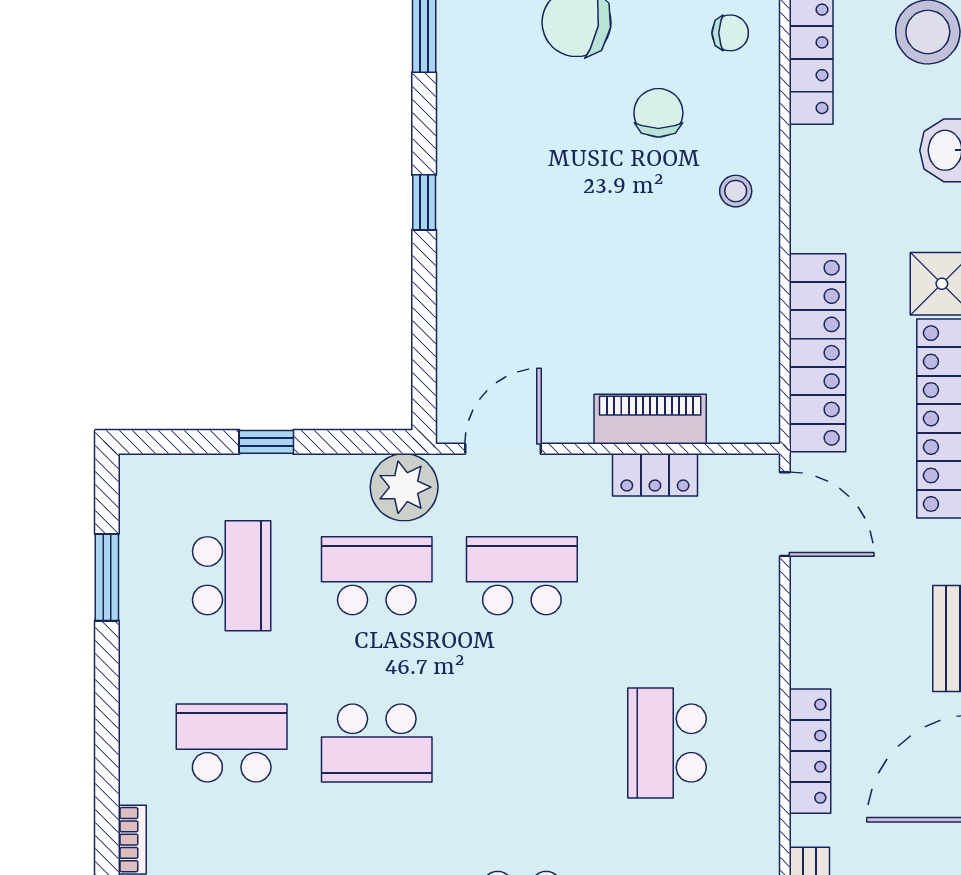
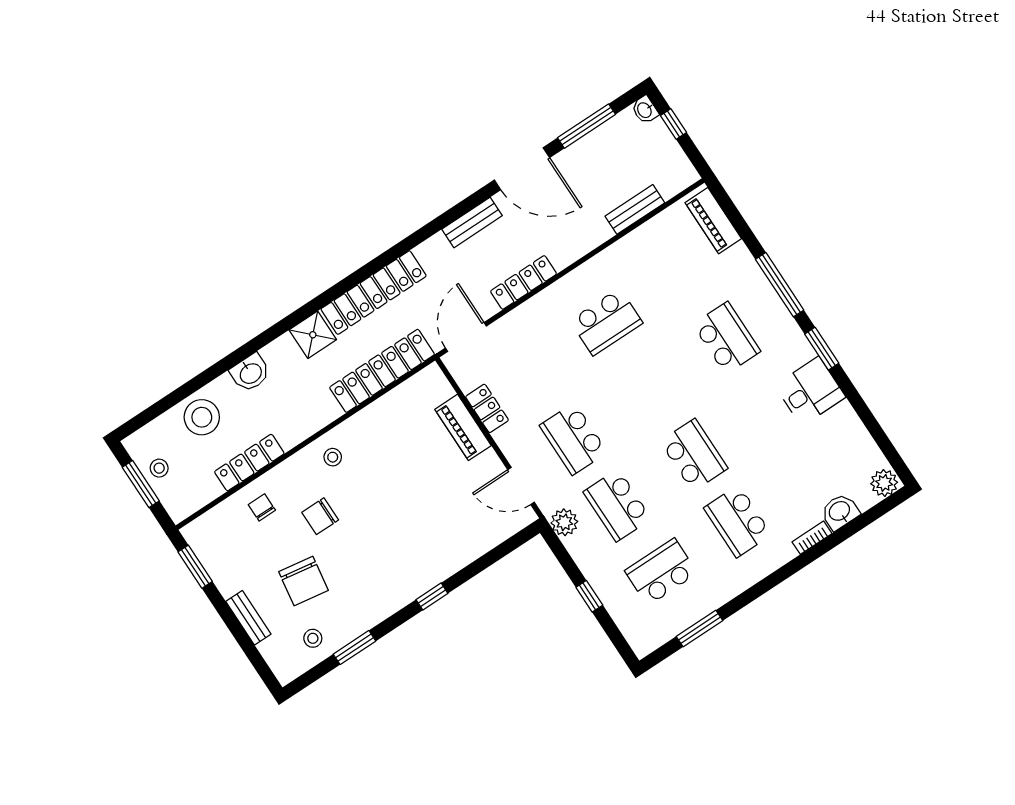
plant: (404, 487) -> (564, 522), width x0.73, depth x0.73
locker: (810, 751) -> (524, 282), moved

